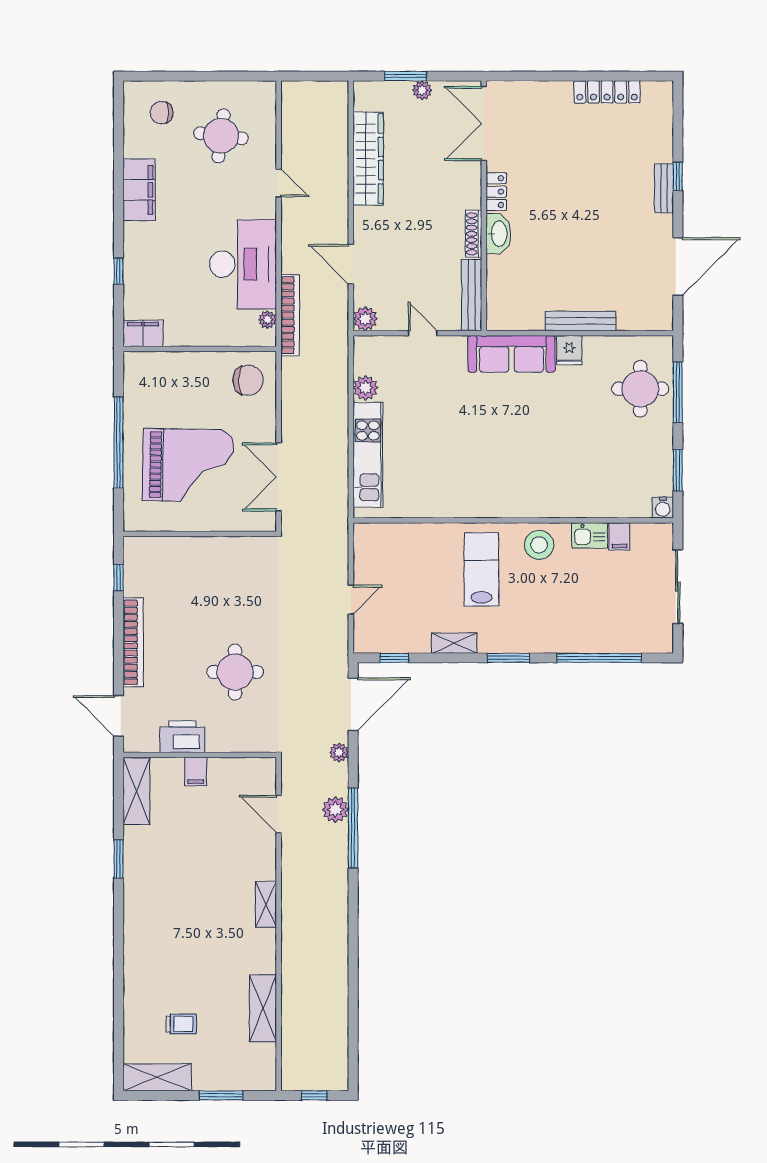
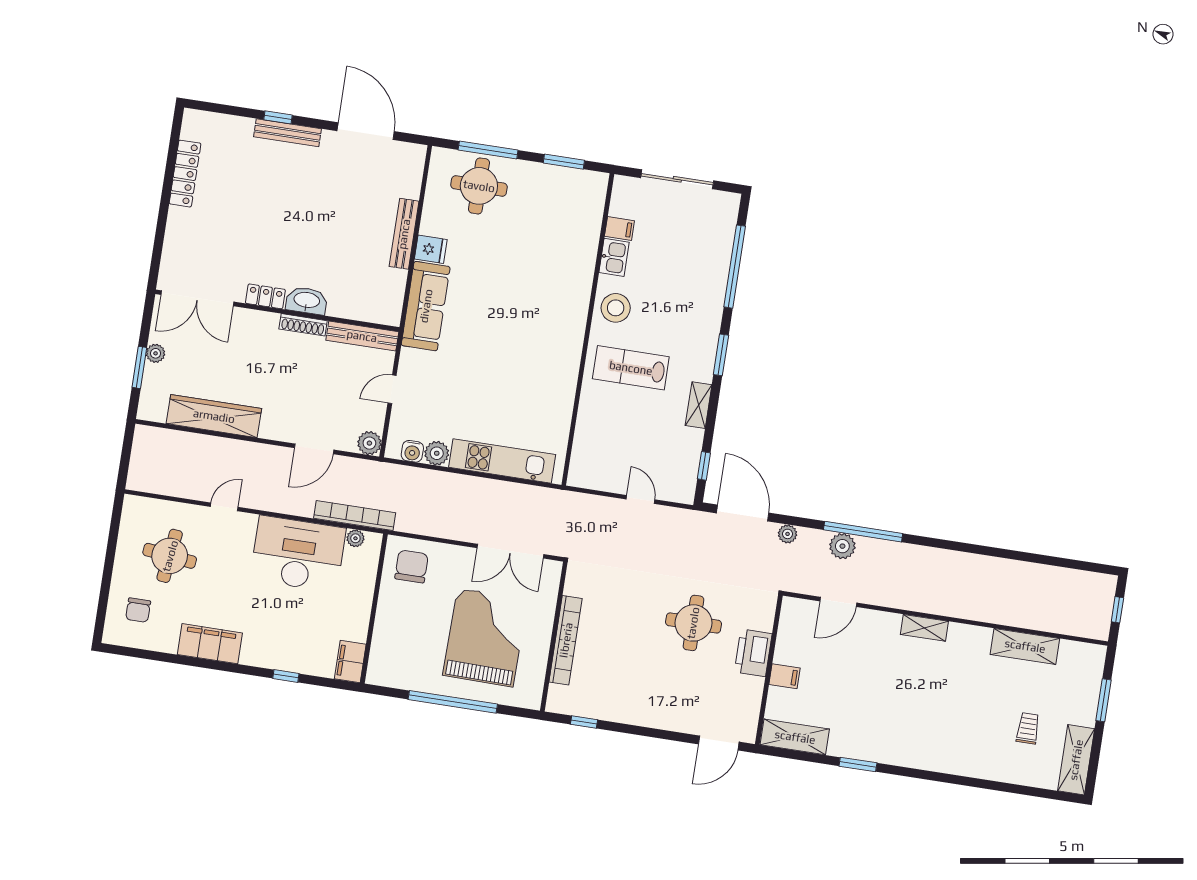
bench: (664, 188) -> (288, 133), width x1.36
water cooler: (663, 508) -> (412, 451), moved, turned 90
bookcase: (133, 642) -> (566, 640), moved, turned 90
printer: (182, 737) -> (753, 653), moved

